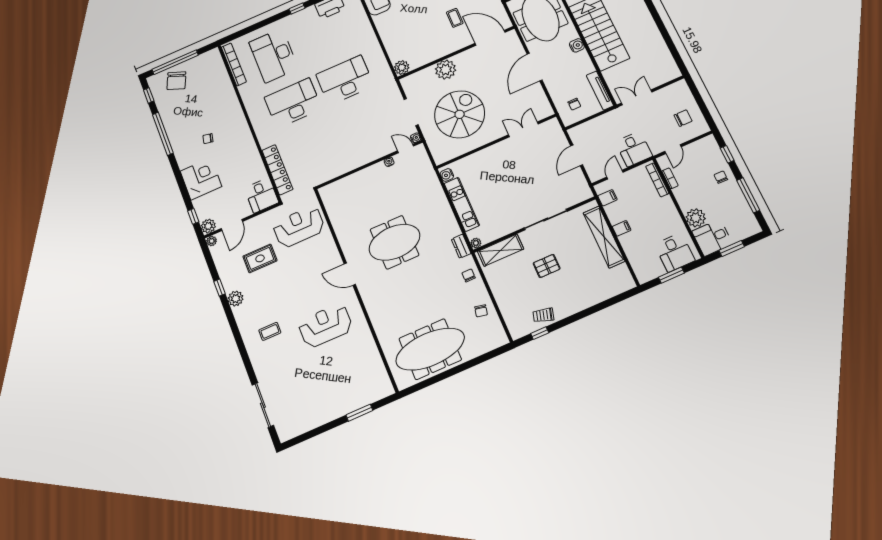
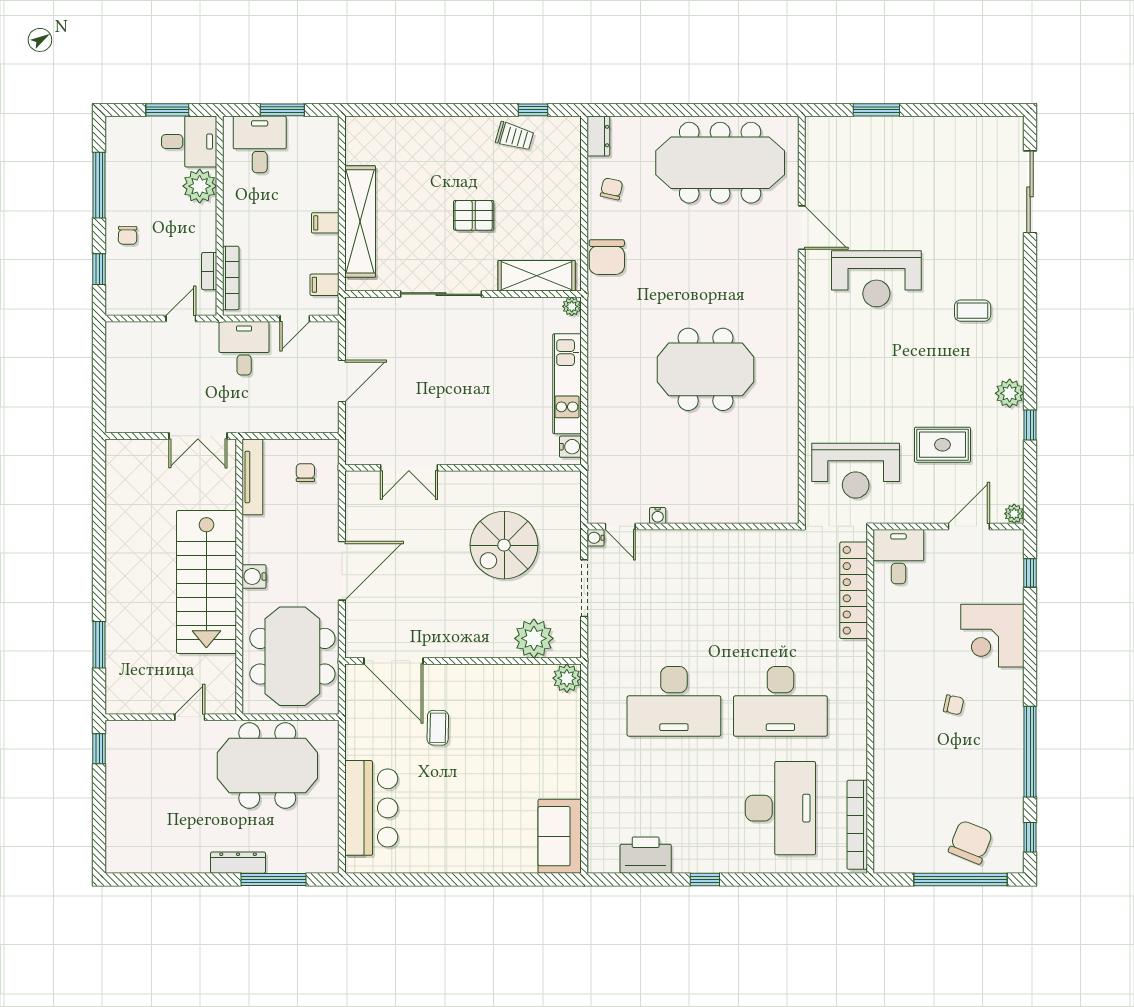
plant: (446, 70) -> (534, 638), moved
spiral stairs: (460, 114) -> (504, 545), width x0.73, depth x0.73
chair: (683, 118) -> (140, 364), removed
plant: (208, 226) -> (1010, 543), removed
dresser: (461, 246) -> (598, 136), moved
door: (350, 274) -> (802, 228), moved
chair: (469, 275) -> (607, 257), width x1.87, depth x1.87

